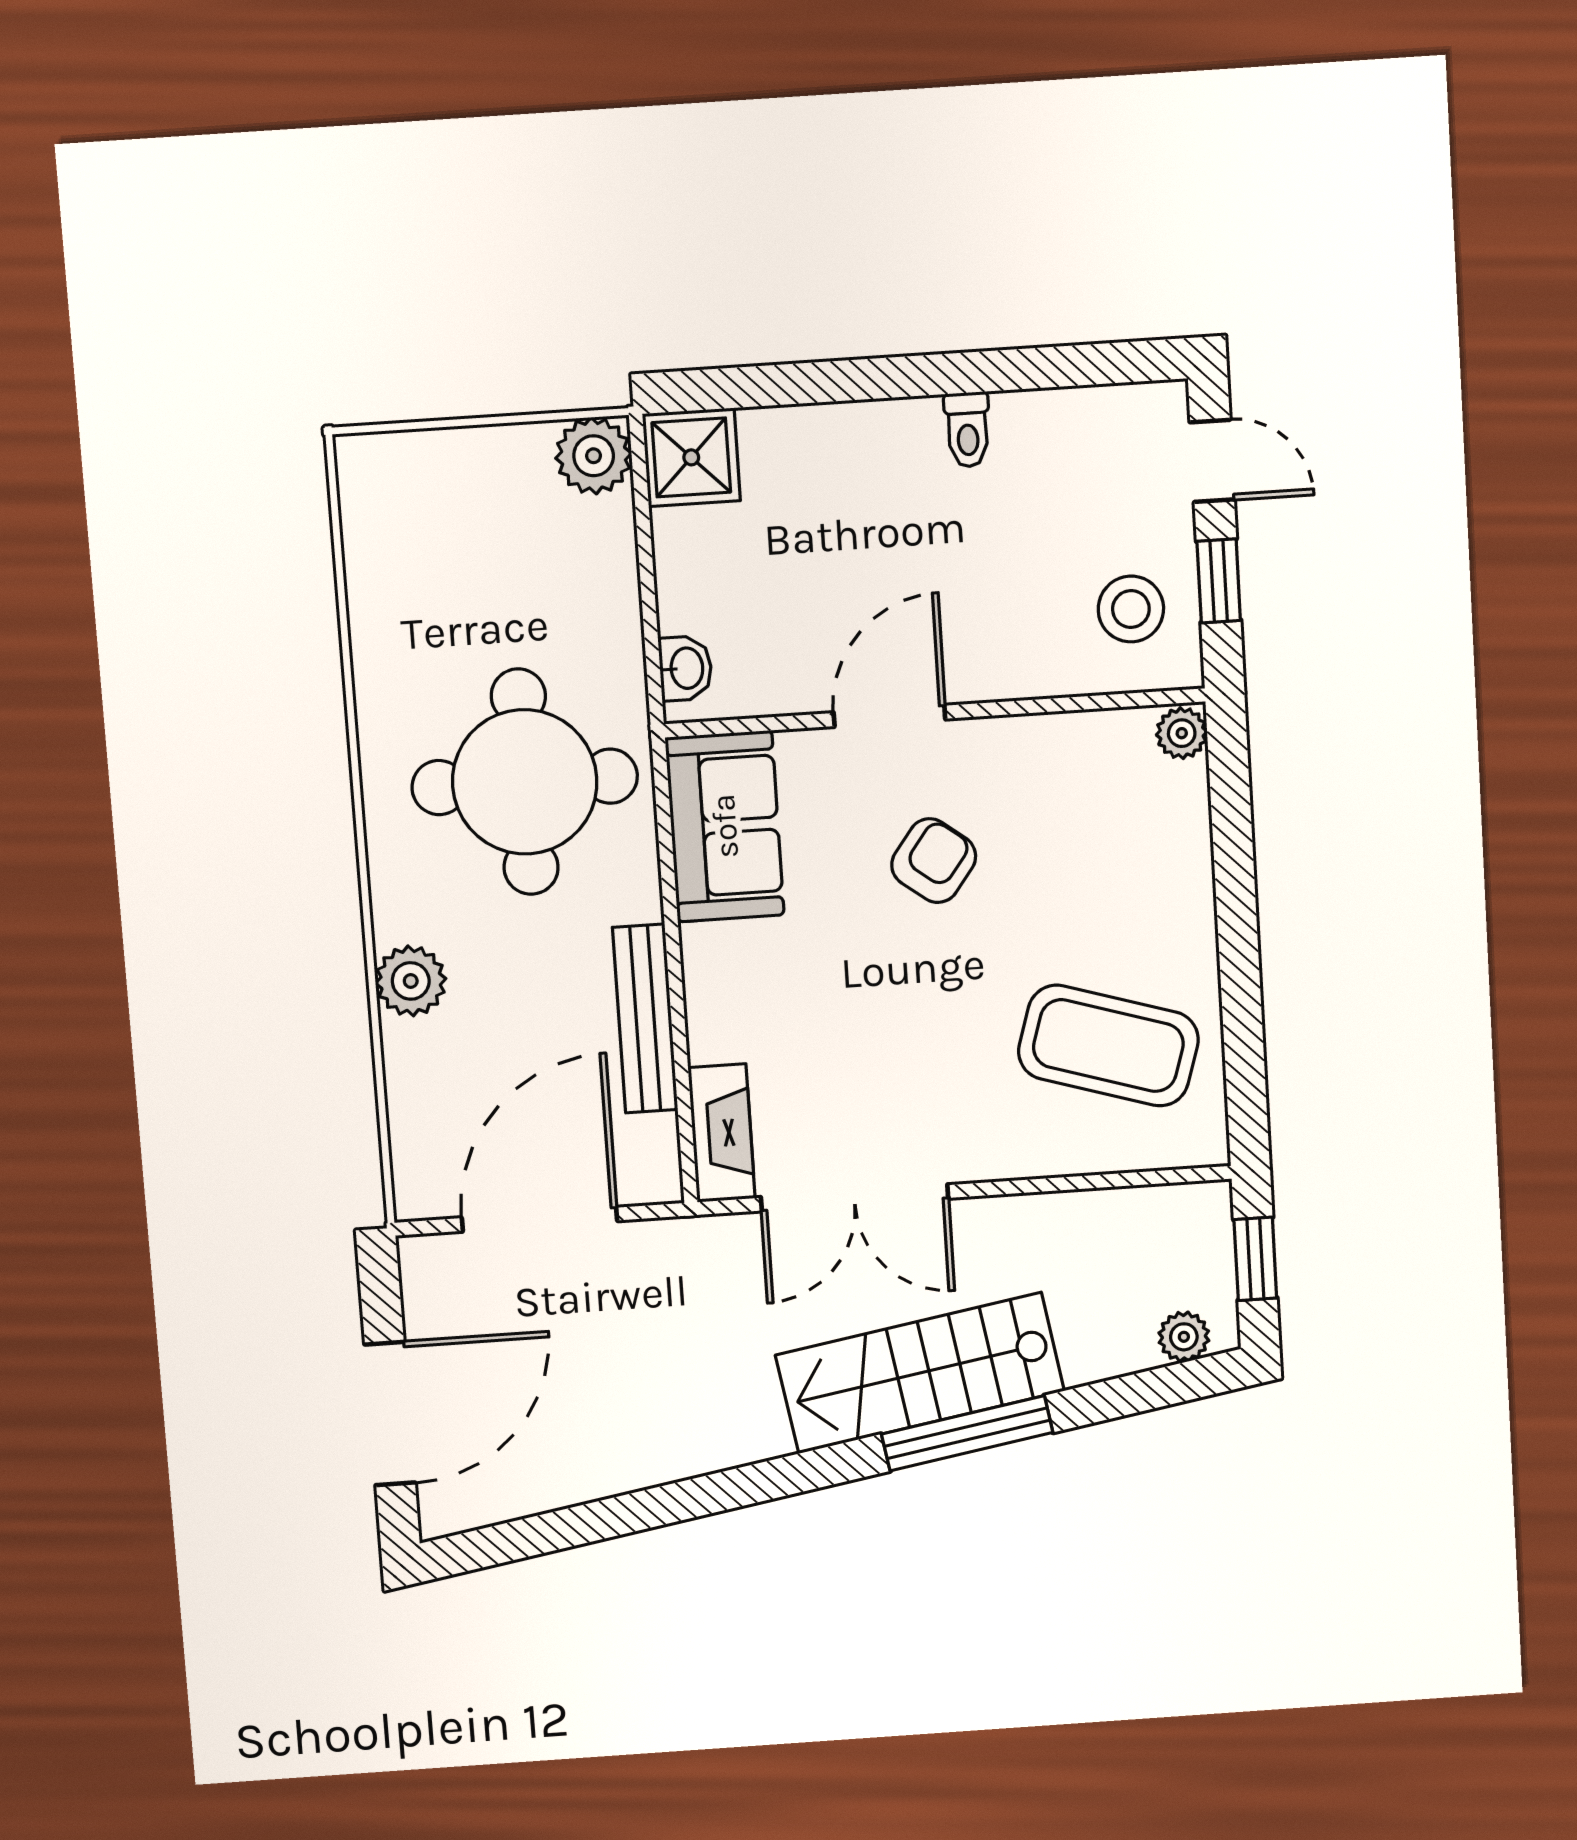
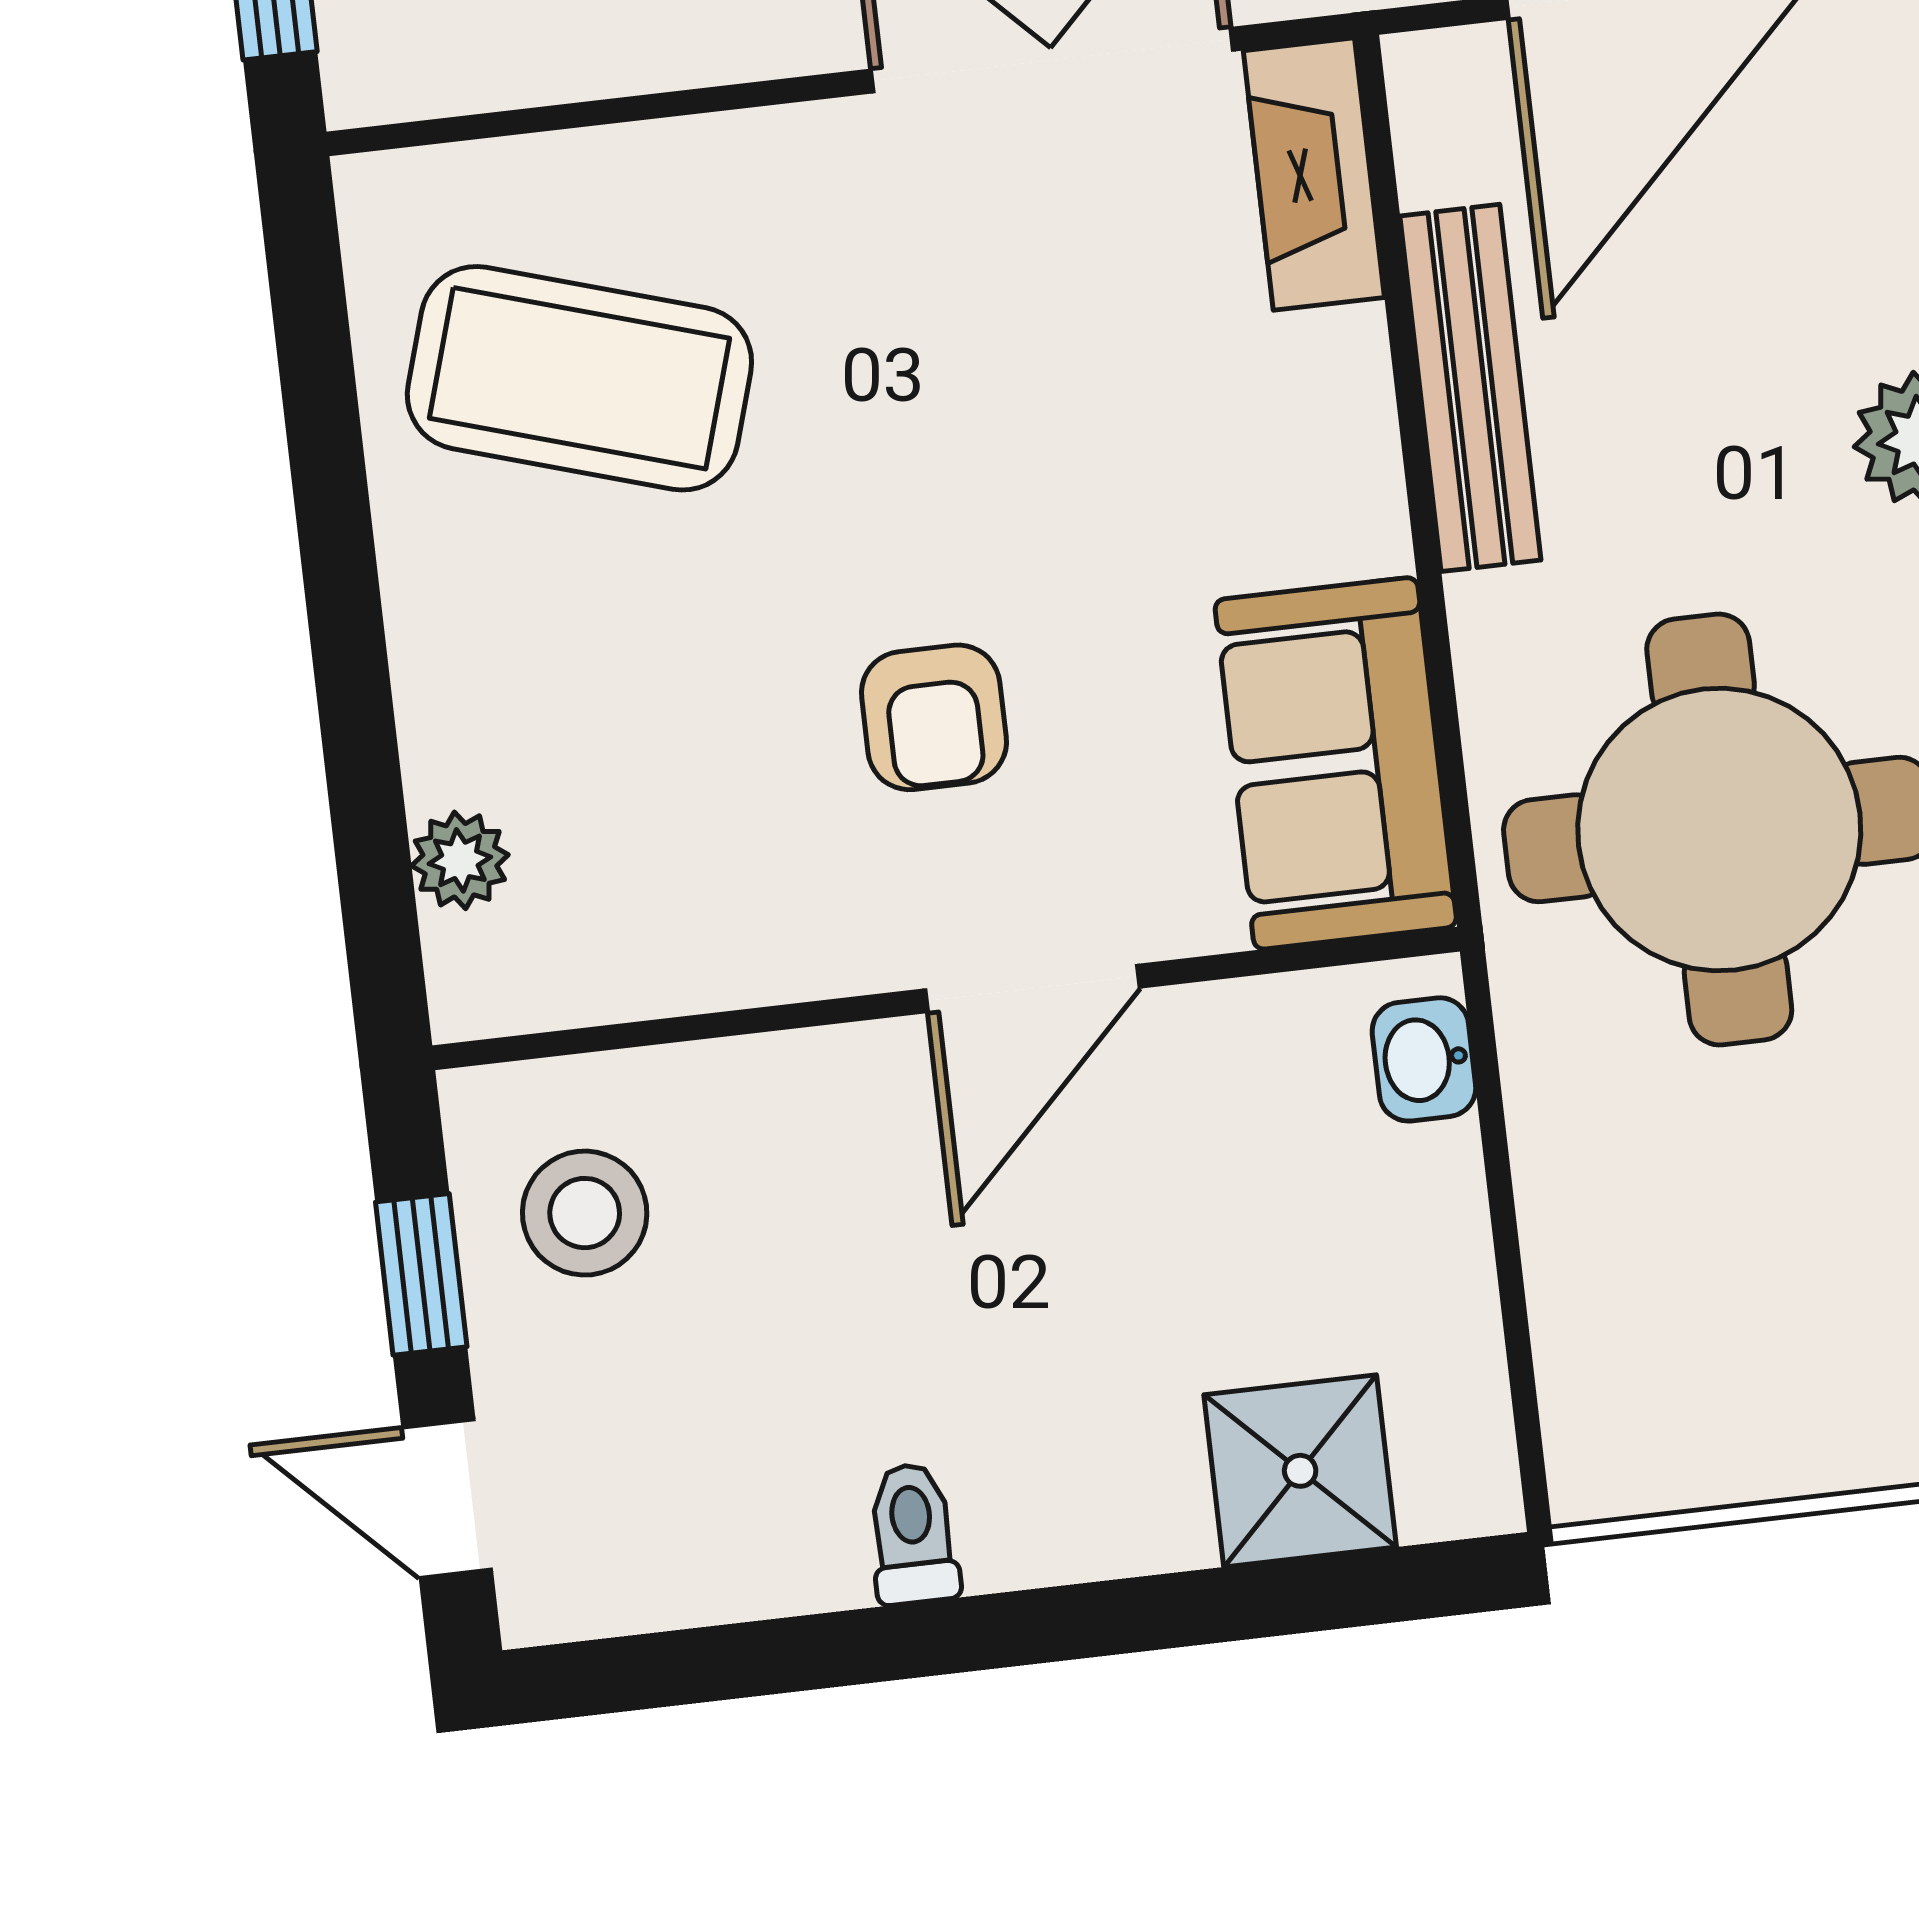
plant: (594, 456) -> (1615, 1450), removed
shower: (691, 457) -> (1300, 1471), moved
plant: (1182, 733) -> (460, 860), moved
armchair: (934, 861) -> (934, 717), turned -37

